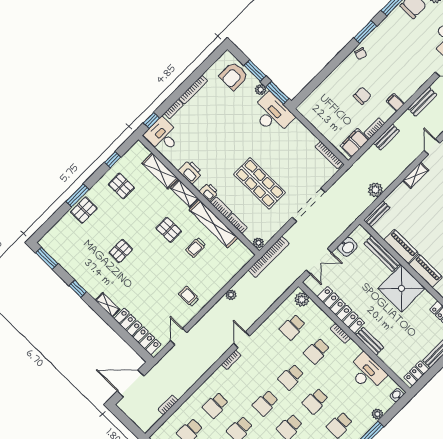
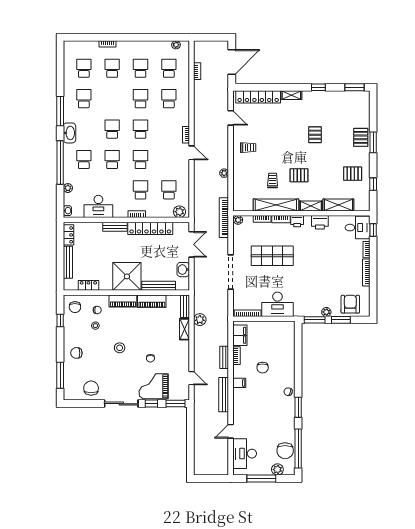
bench: (422, 102) -> (224, 395), width x1.36
desk: (272, 114) -> (277, 304), moved
shelving: (416, 175) -> (185, 329), moved
double door: (319, 261) -> (192, 244), swing flipped

